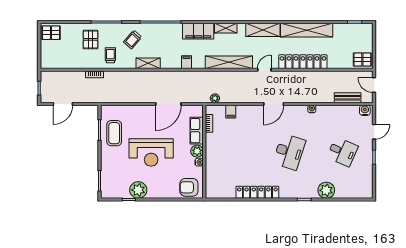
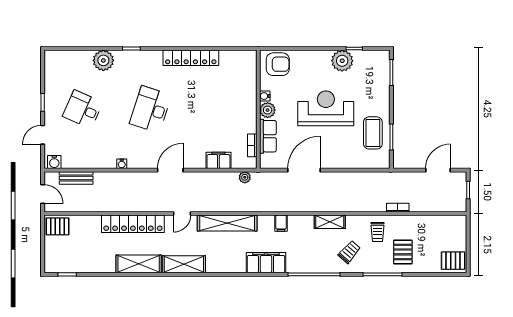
shelving: (226, 28) -> (231, 267), removed
shelving: (307, 30) -> (139, 264), width x0.68
filing cabinet: (231, 112) -> (218, 160), width x2.00

